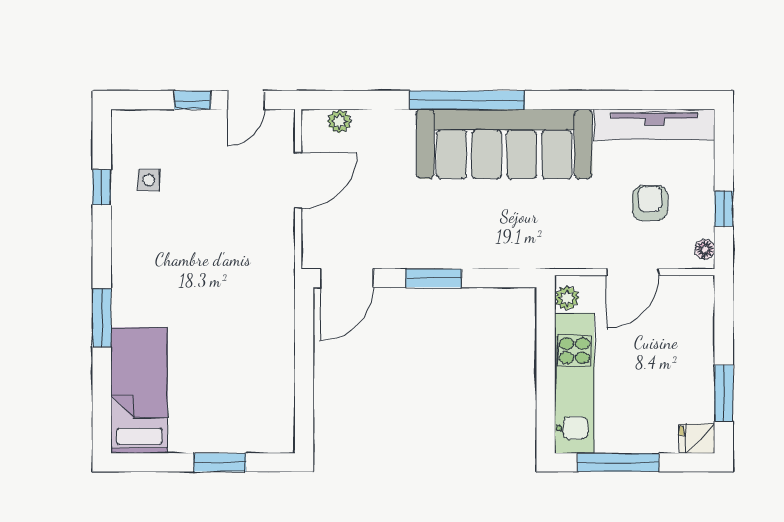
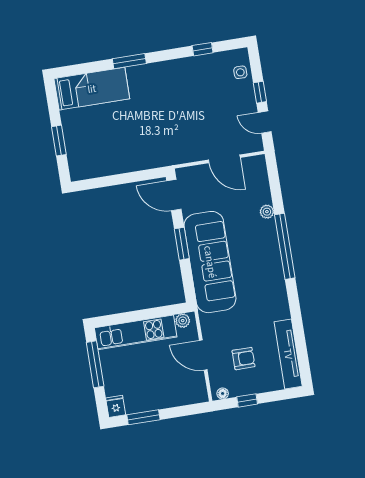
plant: (339, 121) -> (267, 212), moved
sofa: (504, 144) -> (210, 262), moved, turned 180
side table: (148, 180) -> (240, 72), moved

